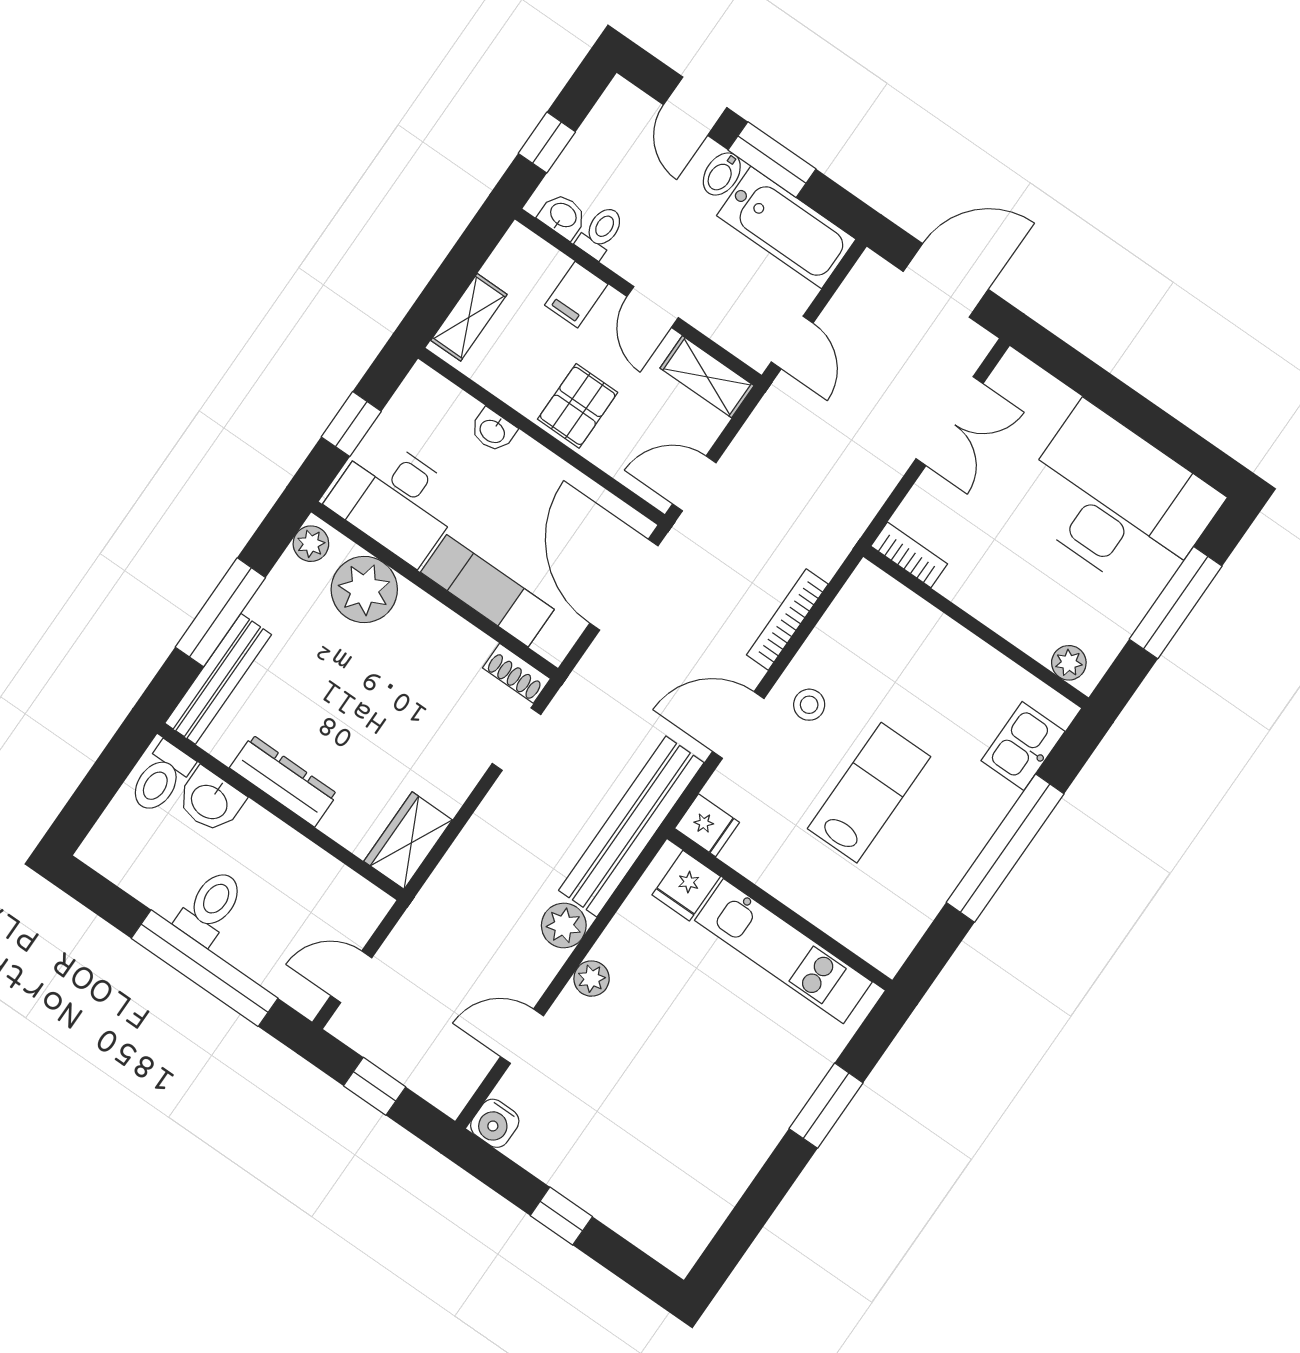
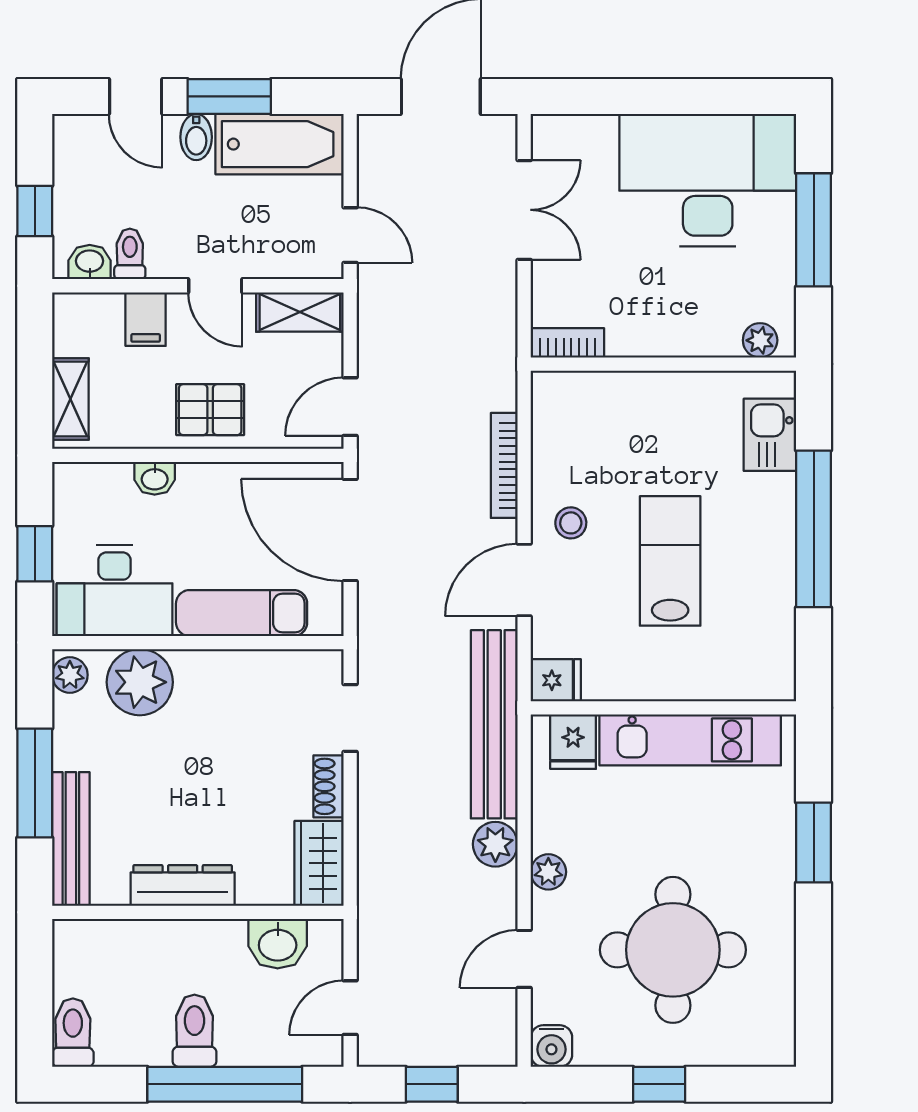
pallet: (578, 406) -> (210, 410), turned 90
shoe rack: (516, 673) -> (328, 786), moved, turned 90
toilet: (161, 778) -> (73, 1033), moved, turned 180
washbasin: (210, 801) -> (278, 944), moved
round table: (649, 1114) -> (673, 950), added

